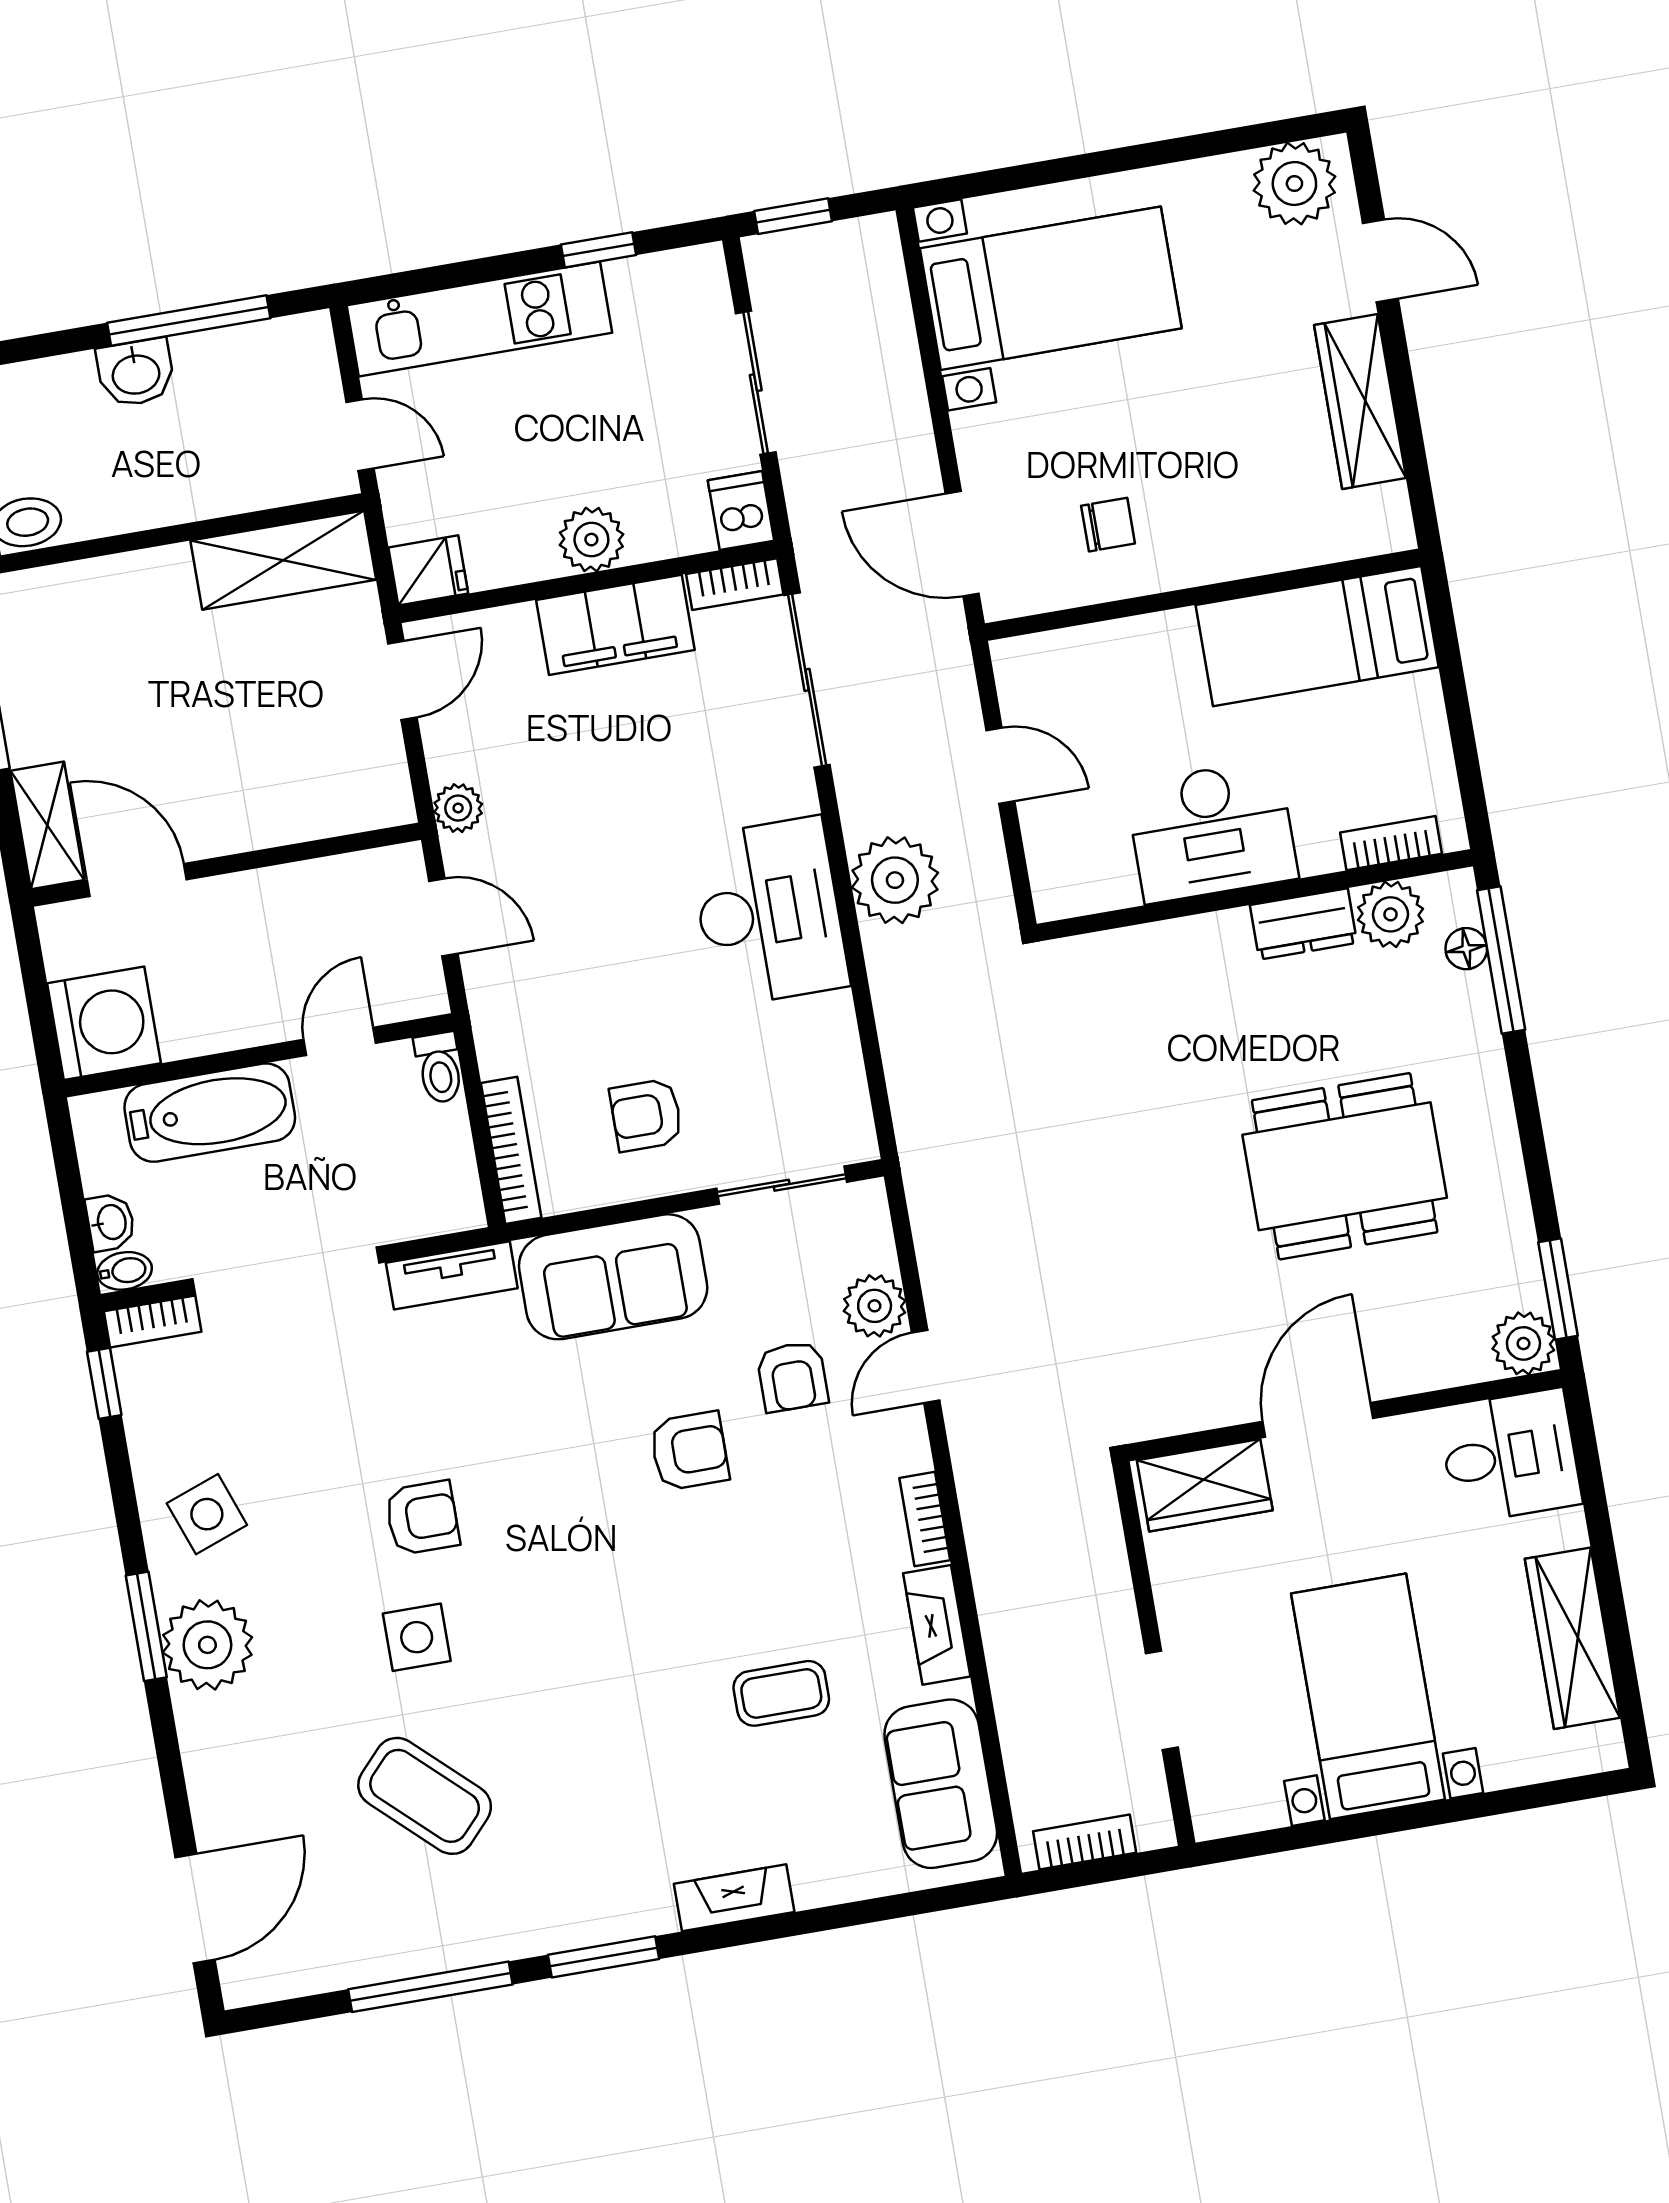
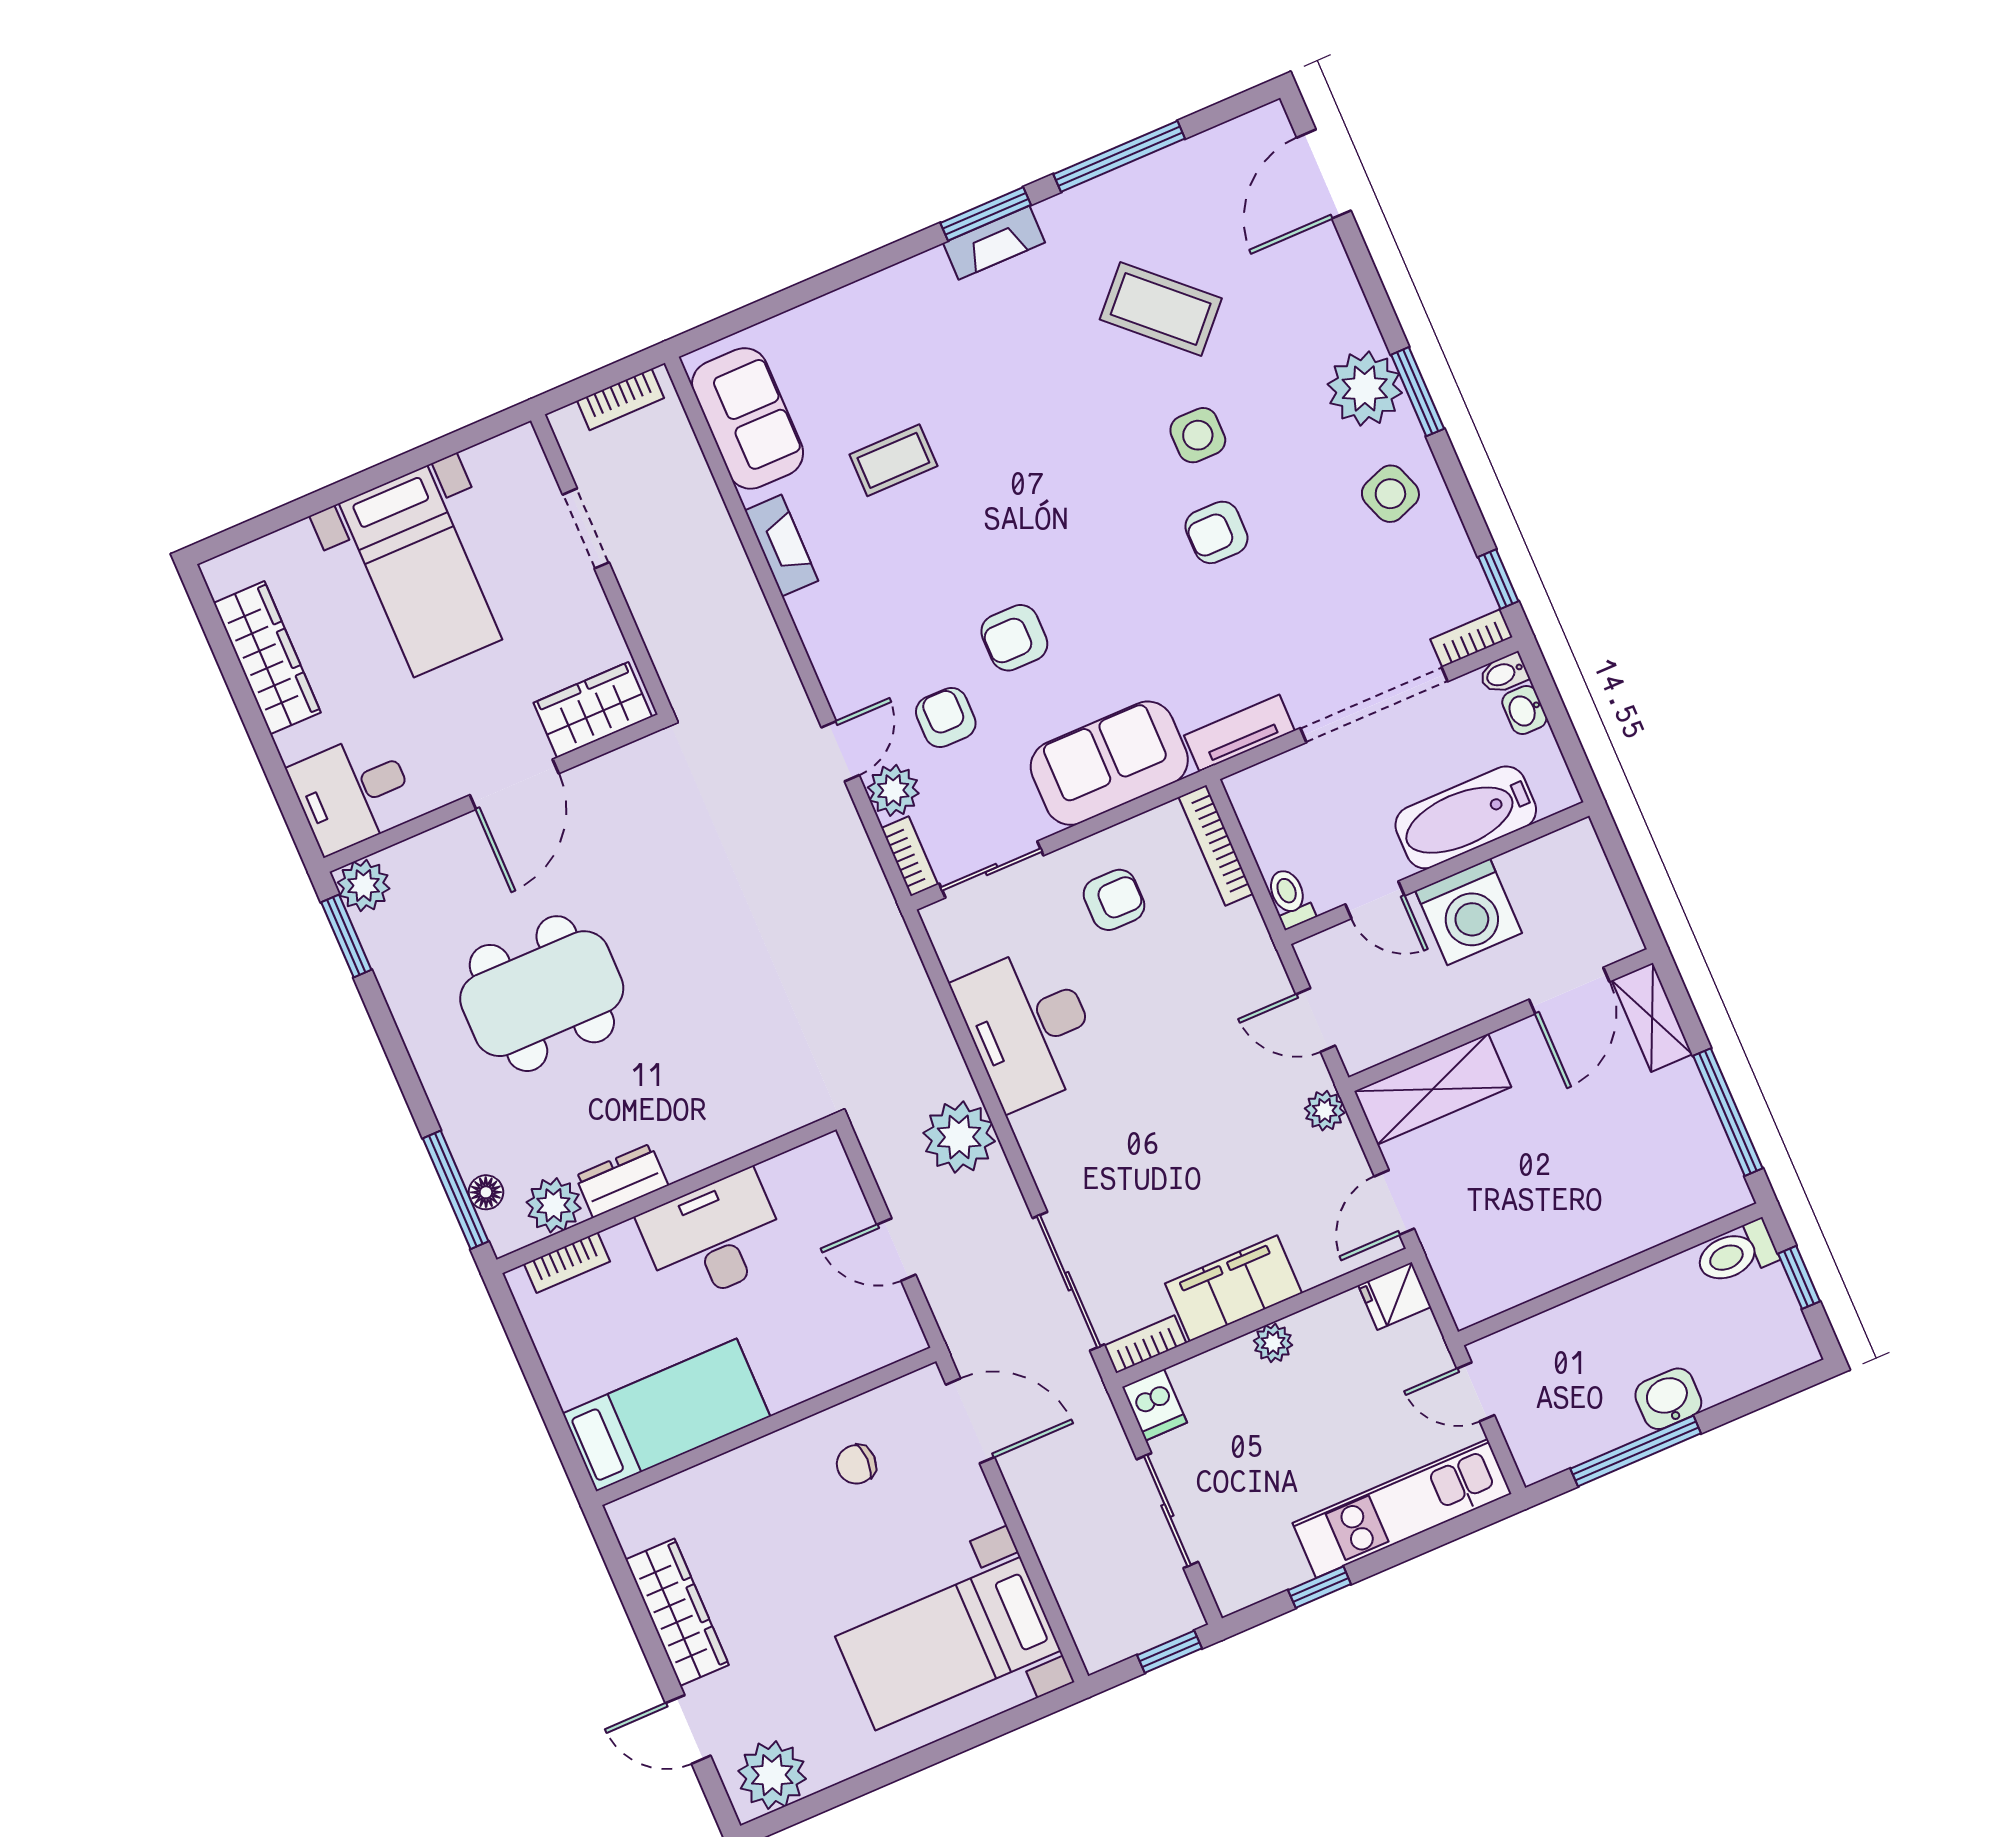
plant: (591, 540) -> (1273, 1343), width x0.73, depth x0.73
shelving: (283, 560) -> (1433, 1089), moved
door: (137, 880) -> (1569, 991), hinge flipped
desk: (769, 912) -> (1029, 1027), moved
washing machine: (104, 1023) -> (1469, 912), moved, turned -90
door: (340, 1041) -> (1375, 900), hinge flipped
bookcase: (925, 1519) -> (910, 856), moved
fireplace: (734, 1898) -> (994, 243), moved

